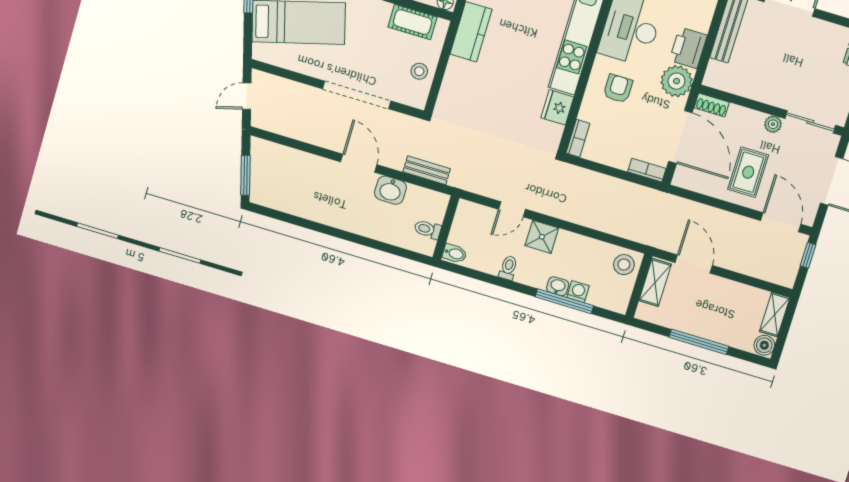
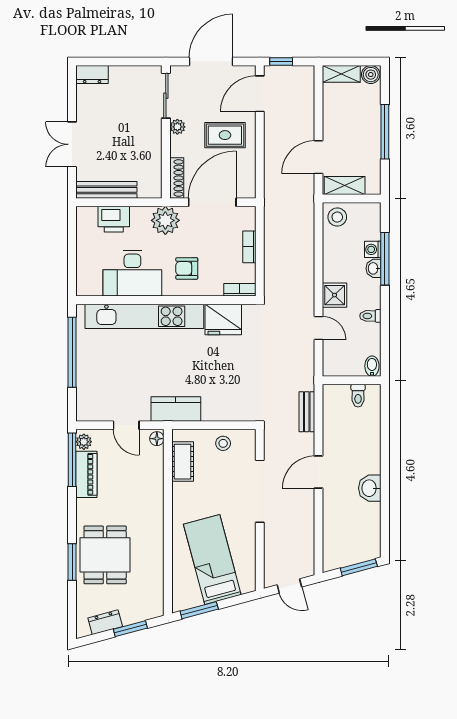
printer: (688, 48) -> (114, 219), moved
shoe rack: (712, 105) -> (177, 178), width x1.43
fridge: (557, 107) -> (223, 319), width x1.36, depth x1.34
bookcase: (647, 170) -> (249, 247), moved
washbasin: (390, 190) -> (370, 488), moved, turned 180

